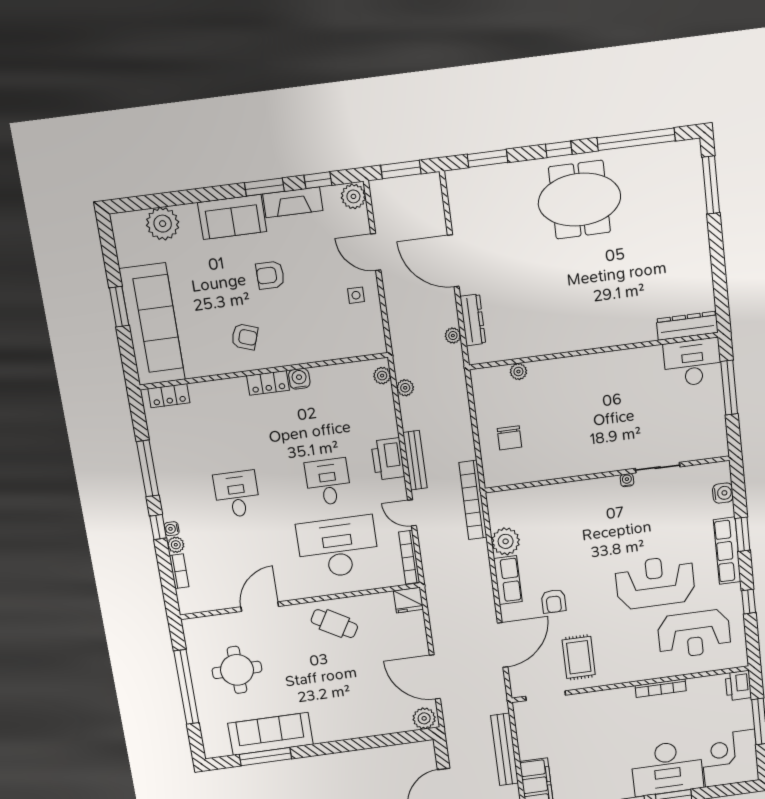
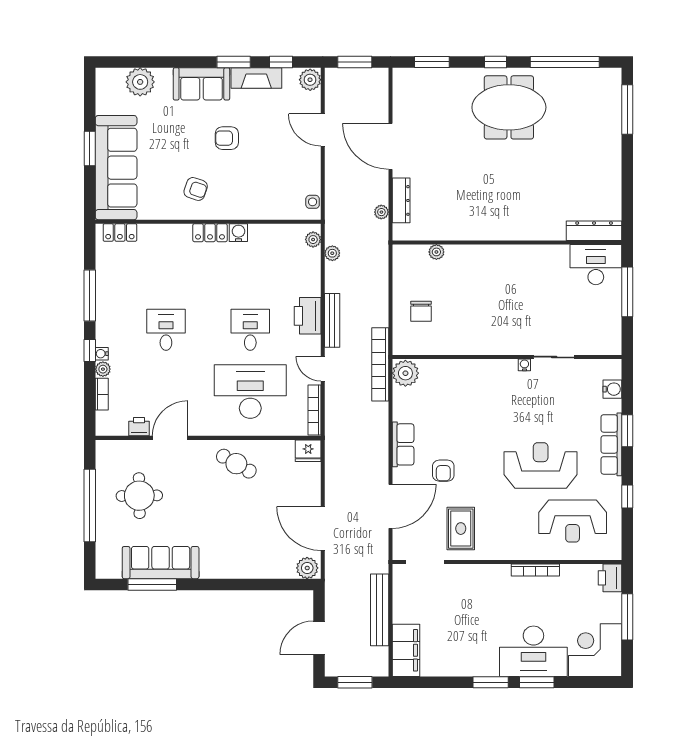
side table: (356, 295) -> (313, 202), moved
plant: (506, 541) -> (405, 373), moved
printer: (225, 600) -> (139, 427), added

